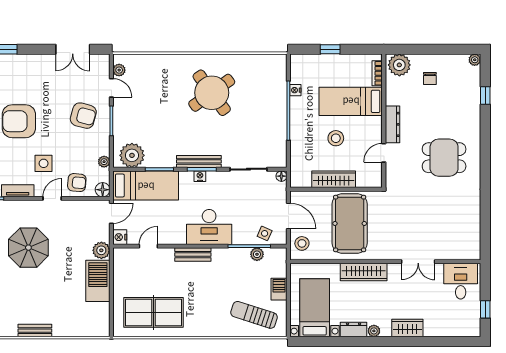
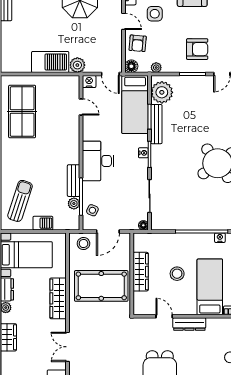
armchair: (83, 116) -> (197, 49), turned -105
bench: (199, 161) -> (156, 124), moved
bench: (193, 255) -> (74, 181), moved

